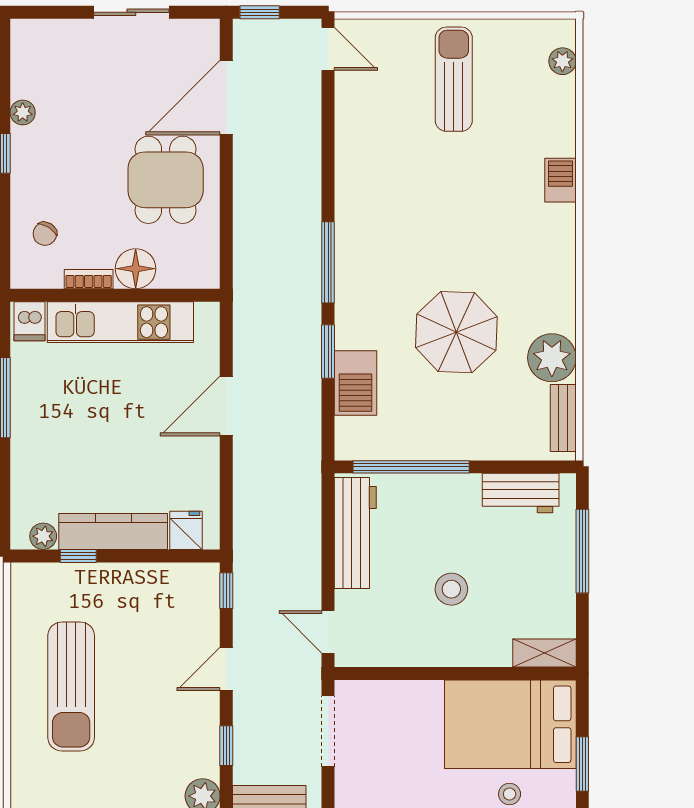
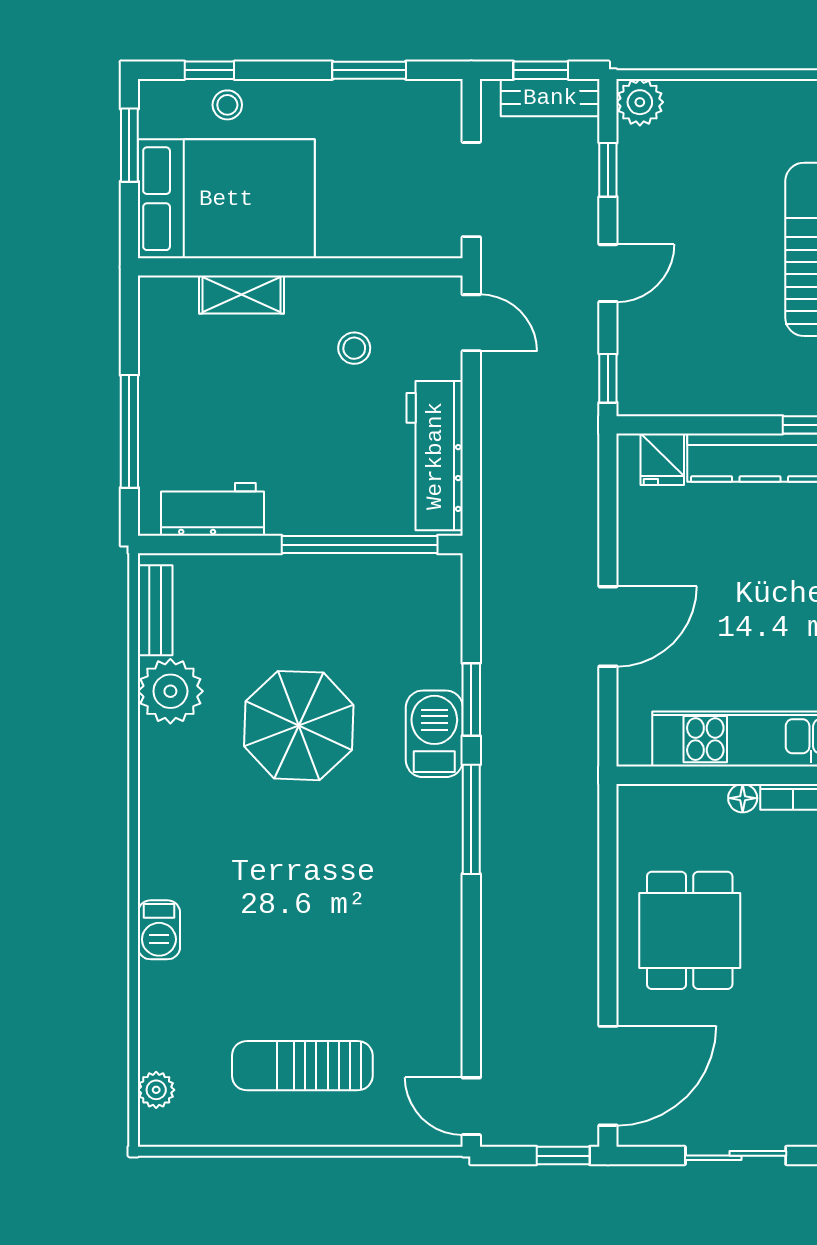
sun lounger: (454, 79) -> (302, 1066), turned 90
door: (226, 98) -> (608, 1076), moved
floor lamp: (136, 269) -> (743, 798), width x0.53, depth x0.53
barbecue: (356, 383) -> (434, 734), moved
stool: (451, 589) -> (354, 348), moved, width x0.73, depth x0.73
shelving: (544, 653) -> (241, 294), moved

